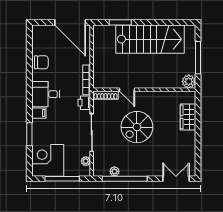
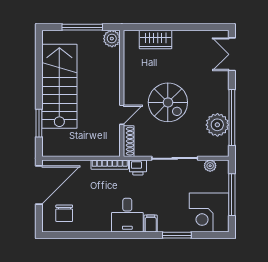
chair: (41, 62) -> (64, 213), moved, turned 180
plant: (114, 171) -> (217, 125), width x1.87, depth x1.87

